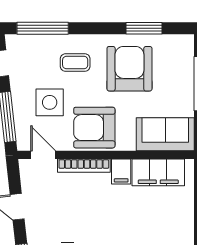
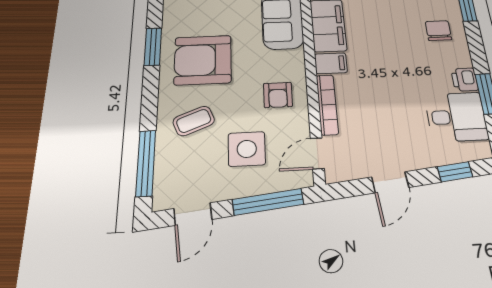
coffee table: (75, 63) -> (194, 121), turned 68
armchair: (94, 128) -> (278, 95), width x0.53, depth x0.53

